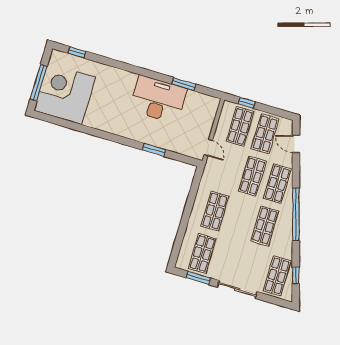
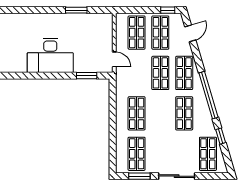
desk: (158, 100) -> (50, 55), moved, turned 180
window: (247, 103) -> (168, 10), moved
door: (296, 144) -> (190, 33), swing flipped
window: (154, 150) -> (87, 76), moved
window: (296, 275) -> (221, 136), moved

